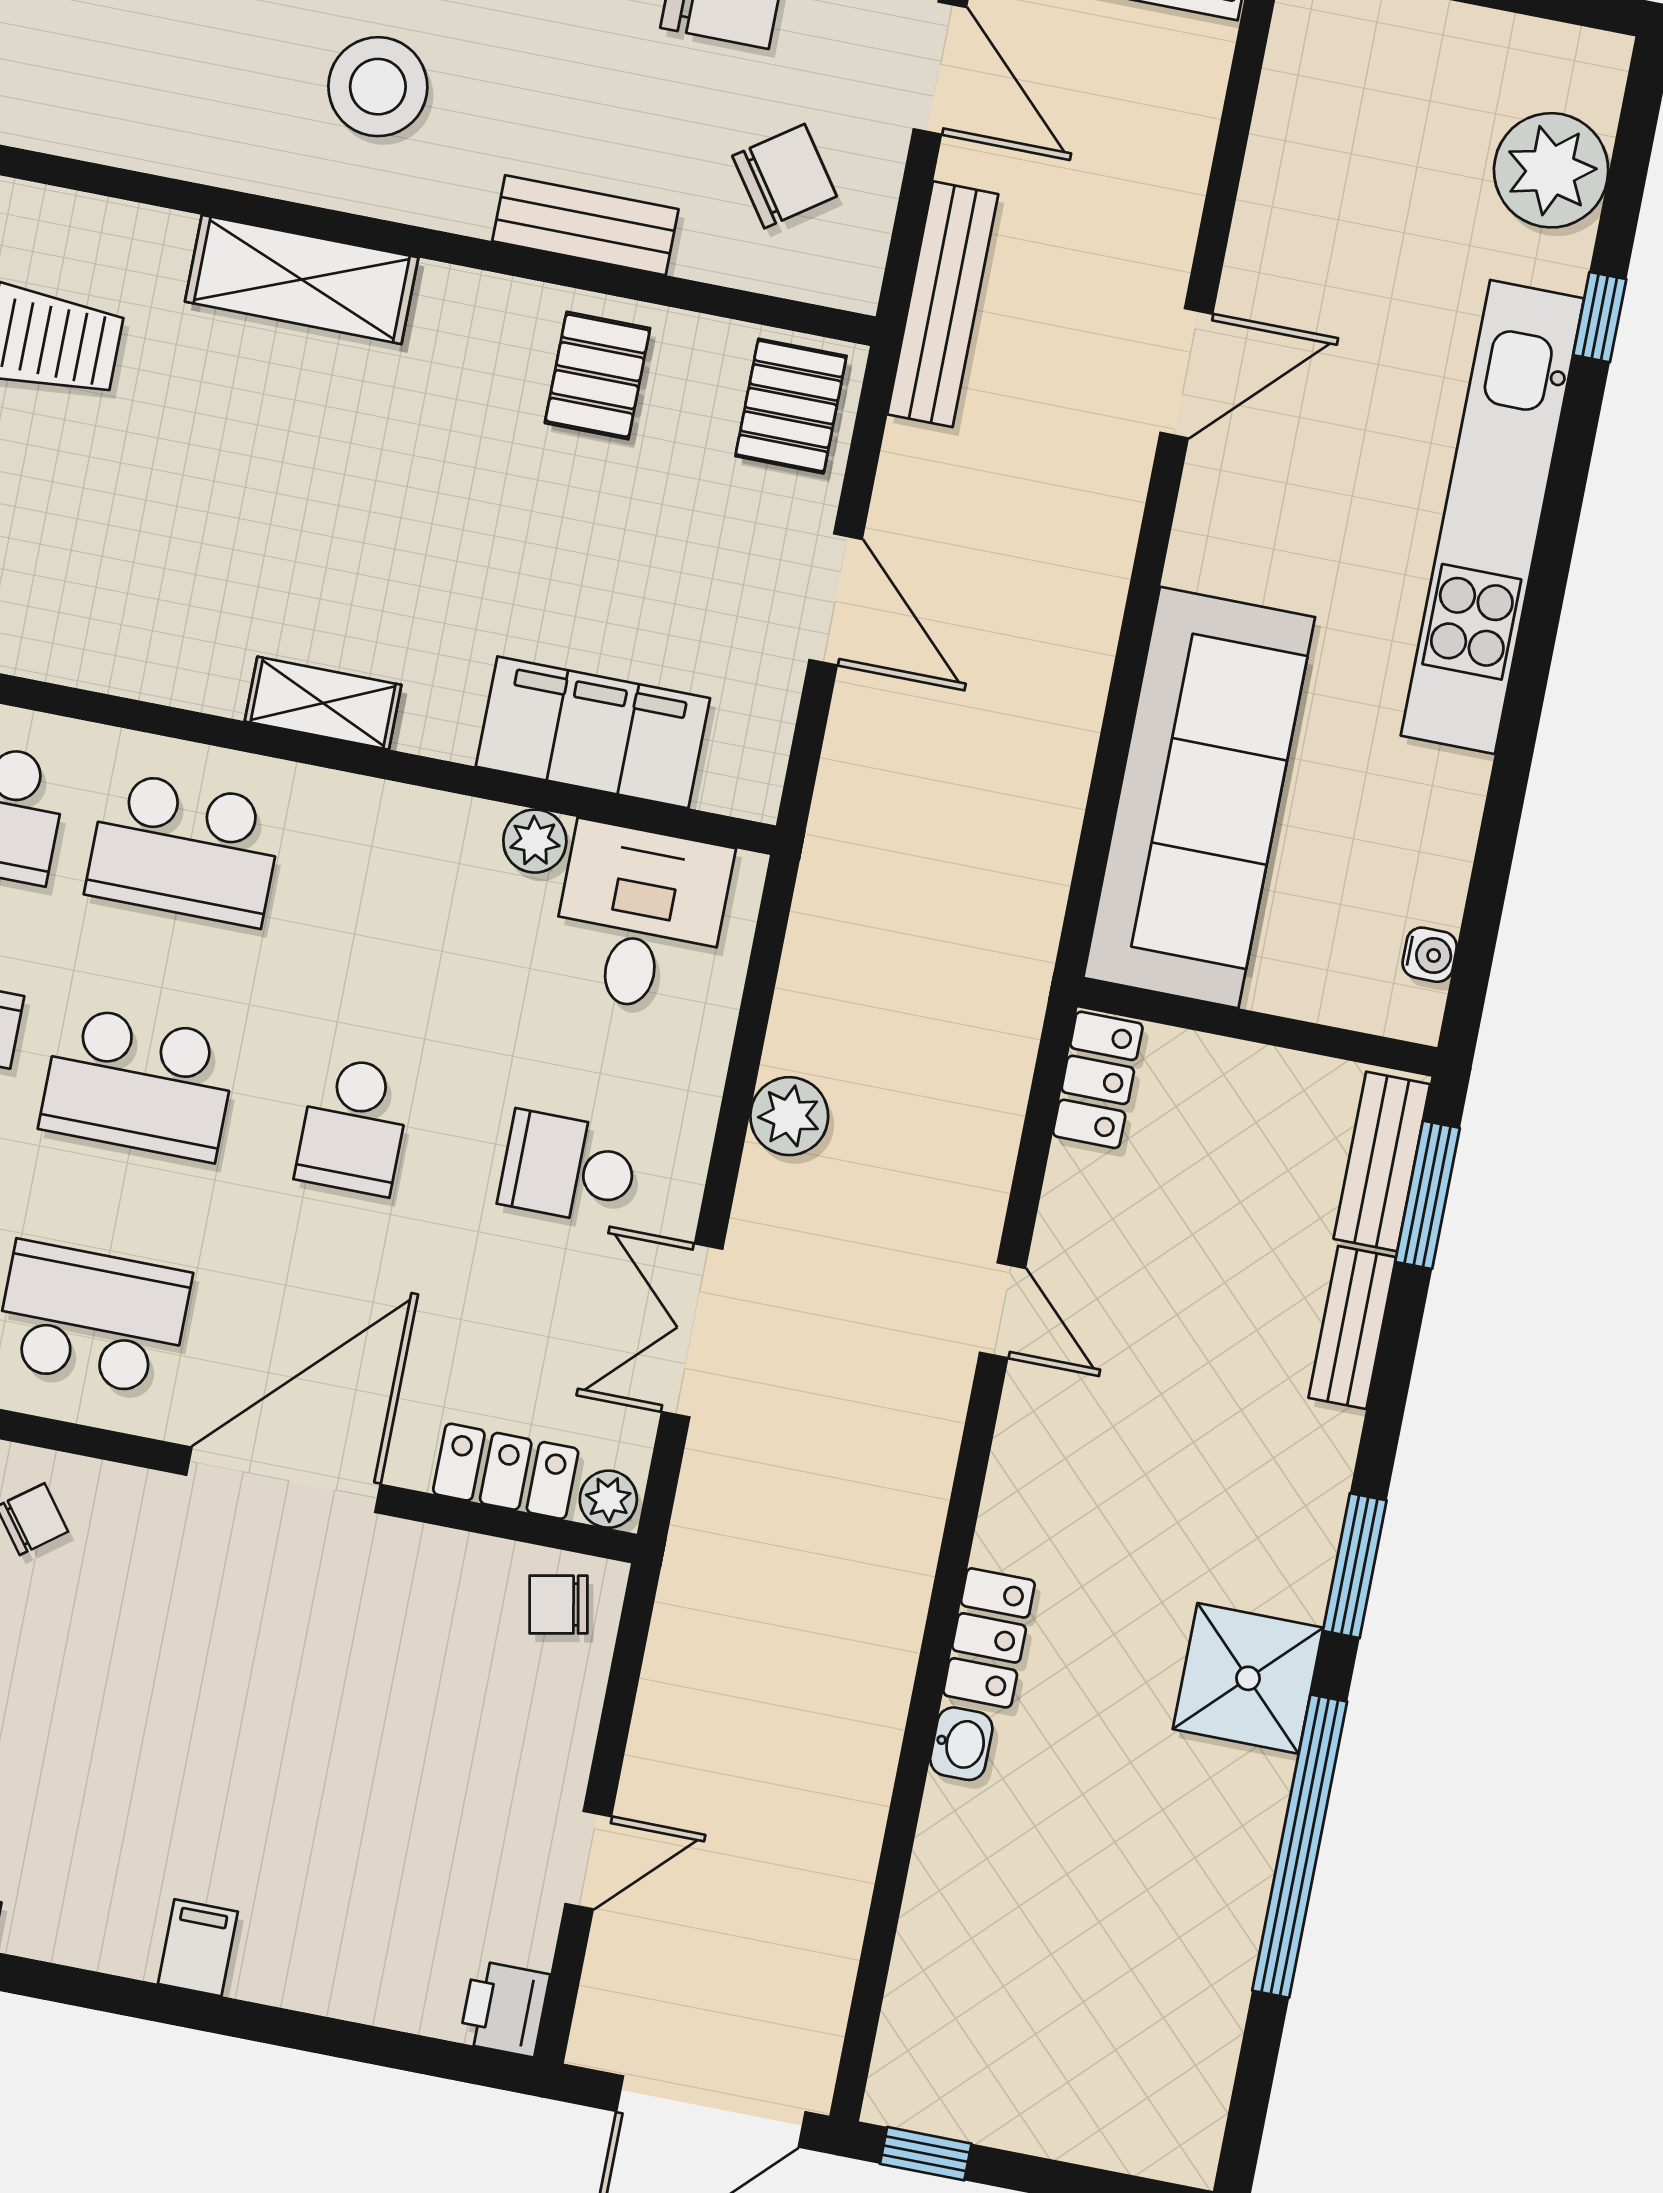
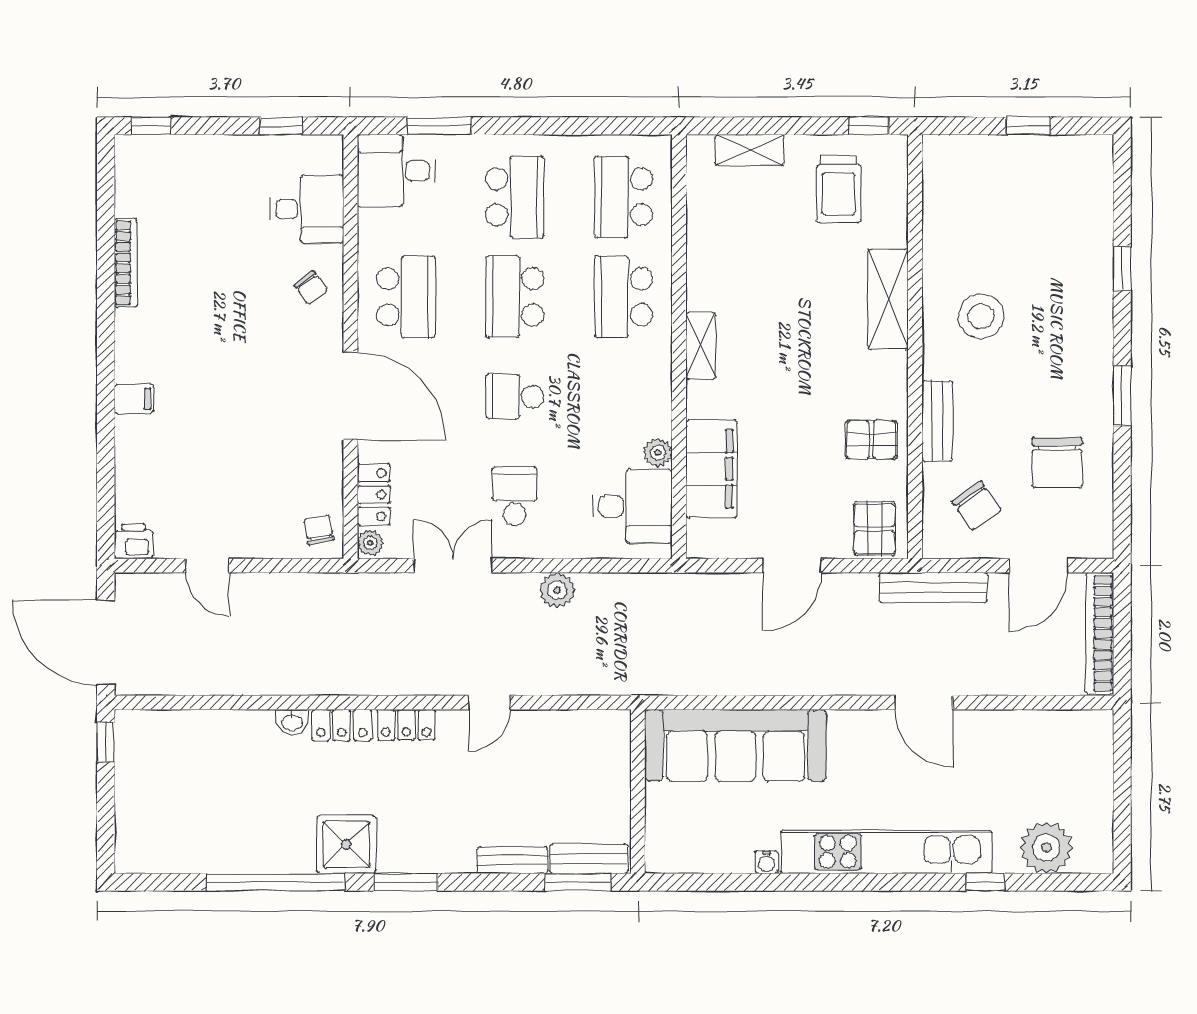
pallet: (791, 406) -> (875, 529), turned 90
water cooler: (1430, 955) -> (766, 862), moved
locker: (1098, 1080) -> (406, 725), moved

